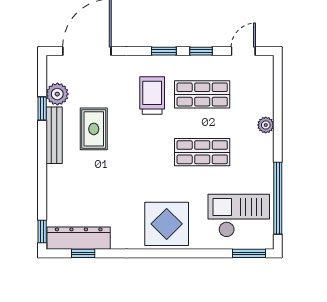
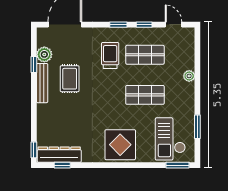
door: (243, 51) -> (174, 25), hinge flipped
window: (278, 198) -> (197, 127), width x0.47
checkout: (239, 216) -> (170, 139), turned -90

